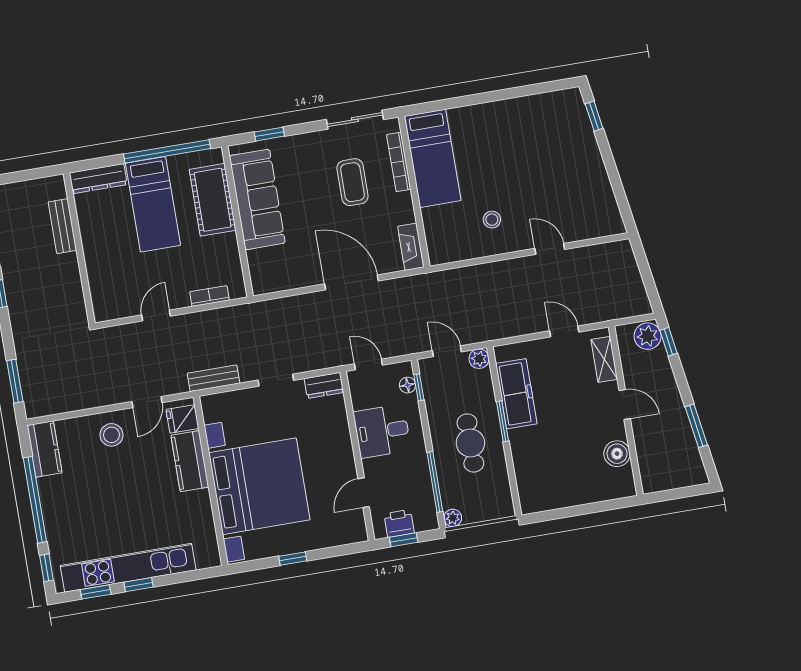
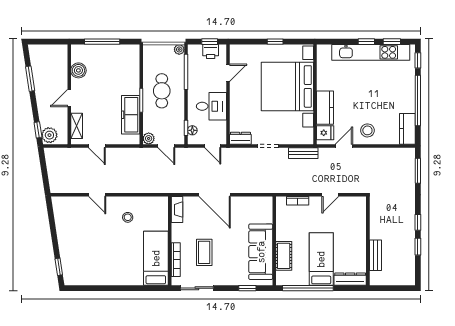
cot: (213, 200) -> (284, 256), width x0.73, depth x0.75
door: (625, 404) -> (69, 98), hinge flipped
window: (585, 509) -> (102, 42), added

